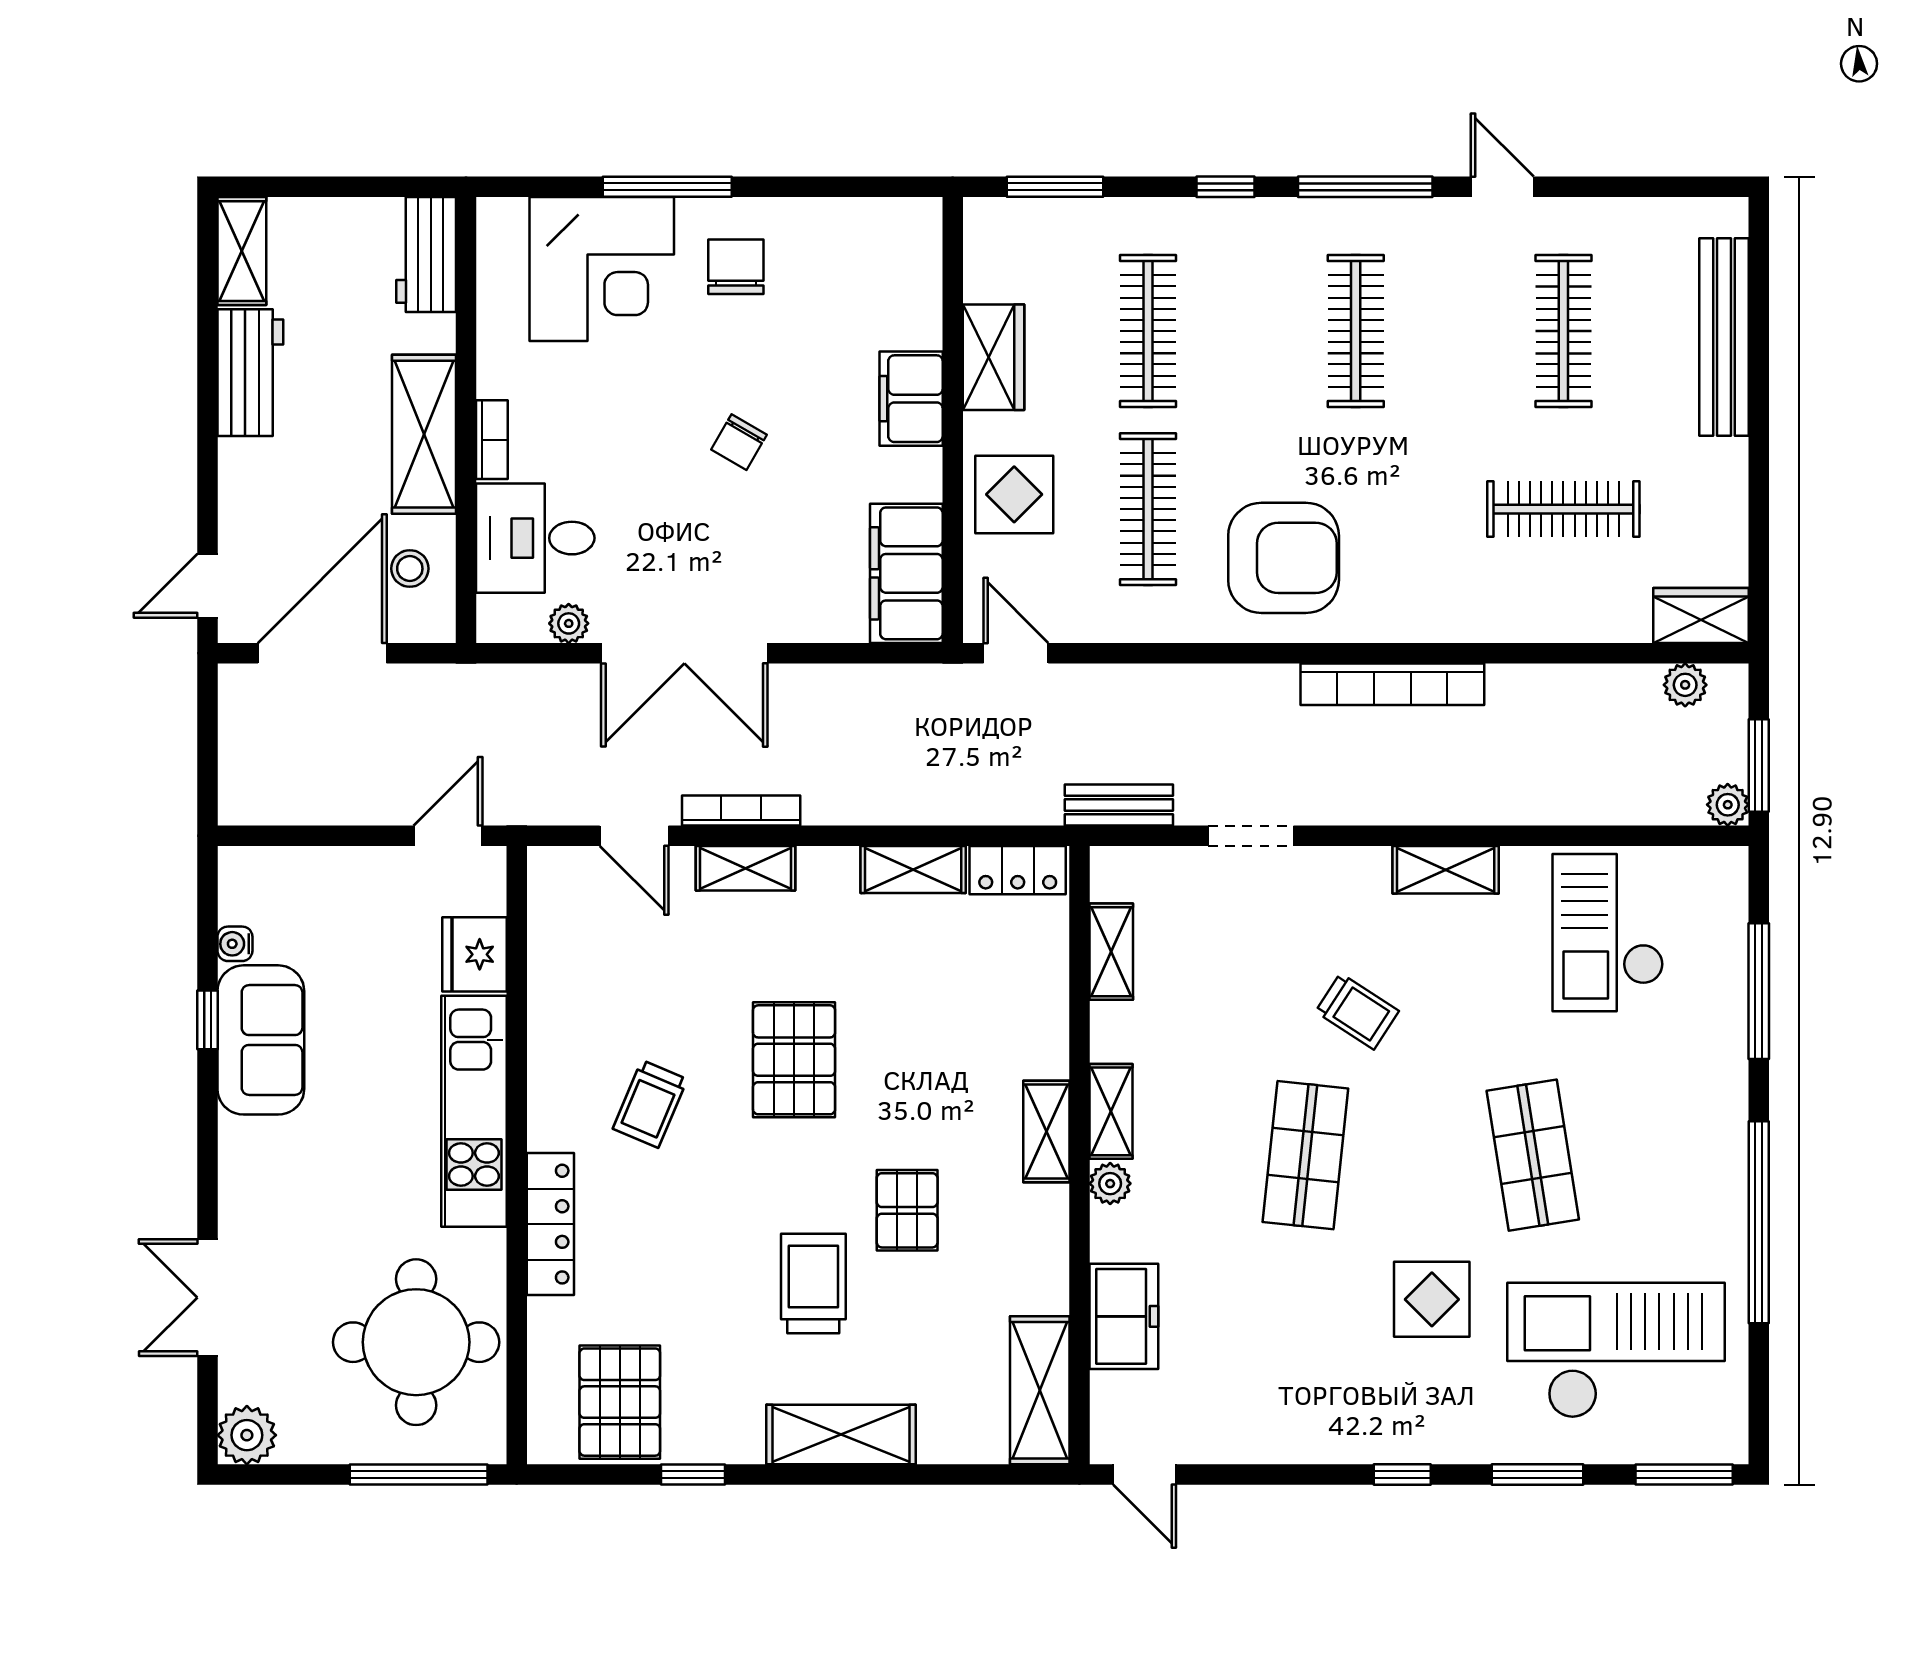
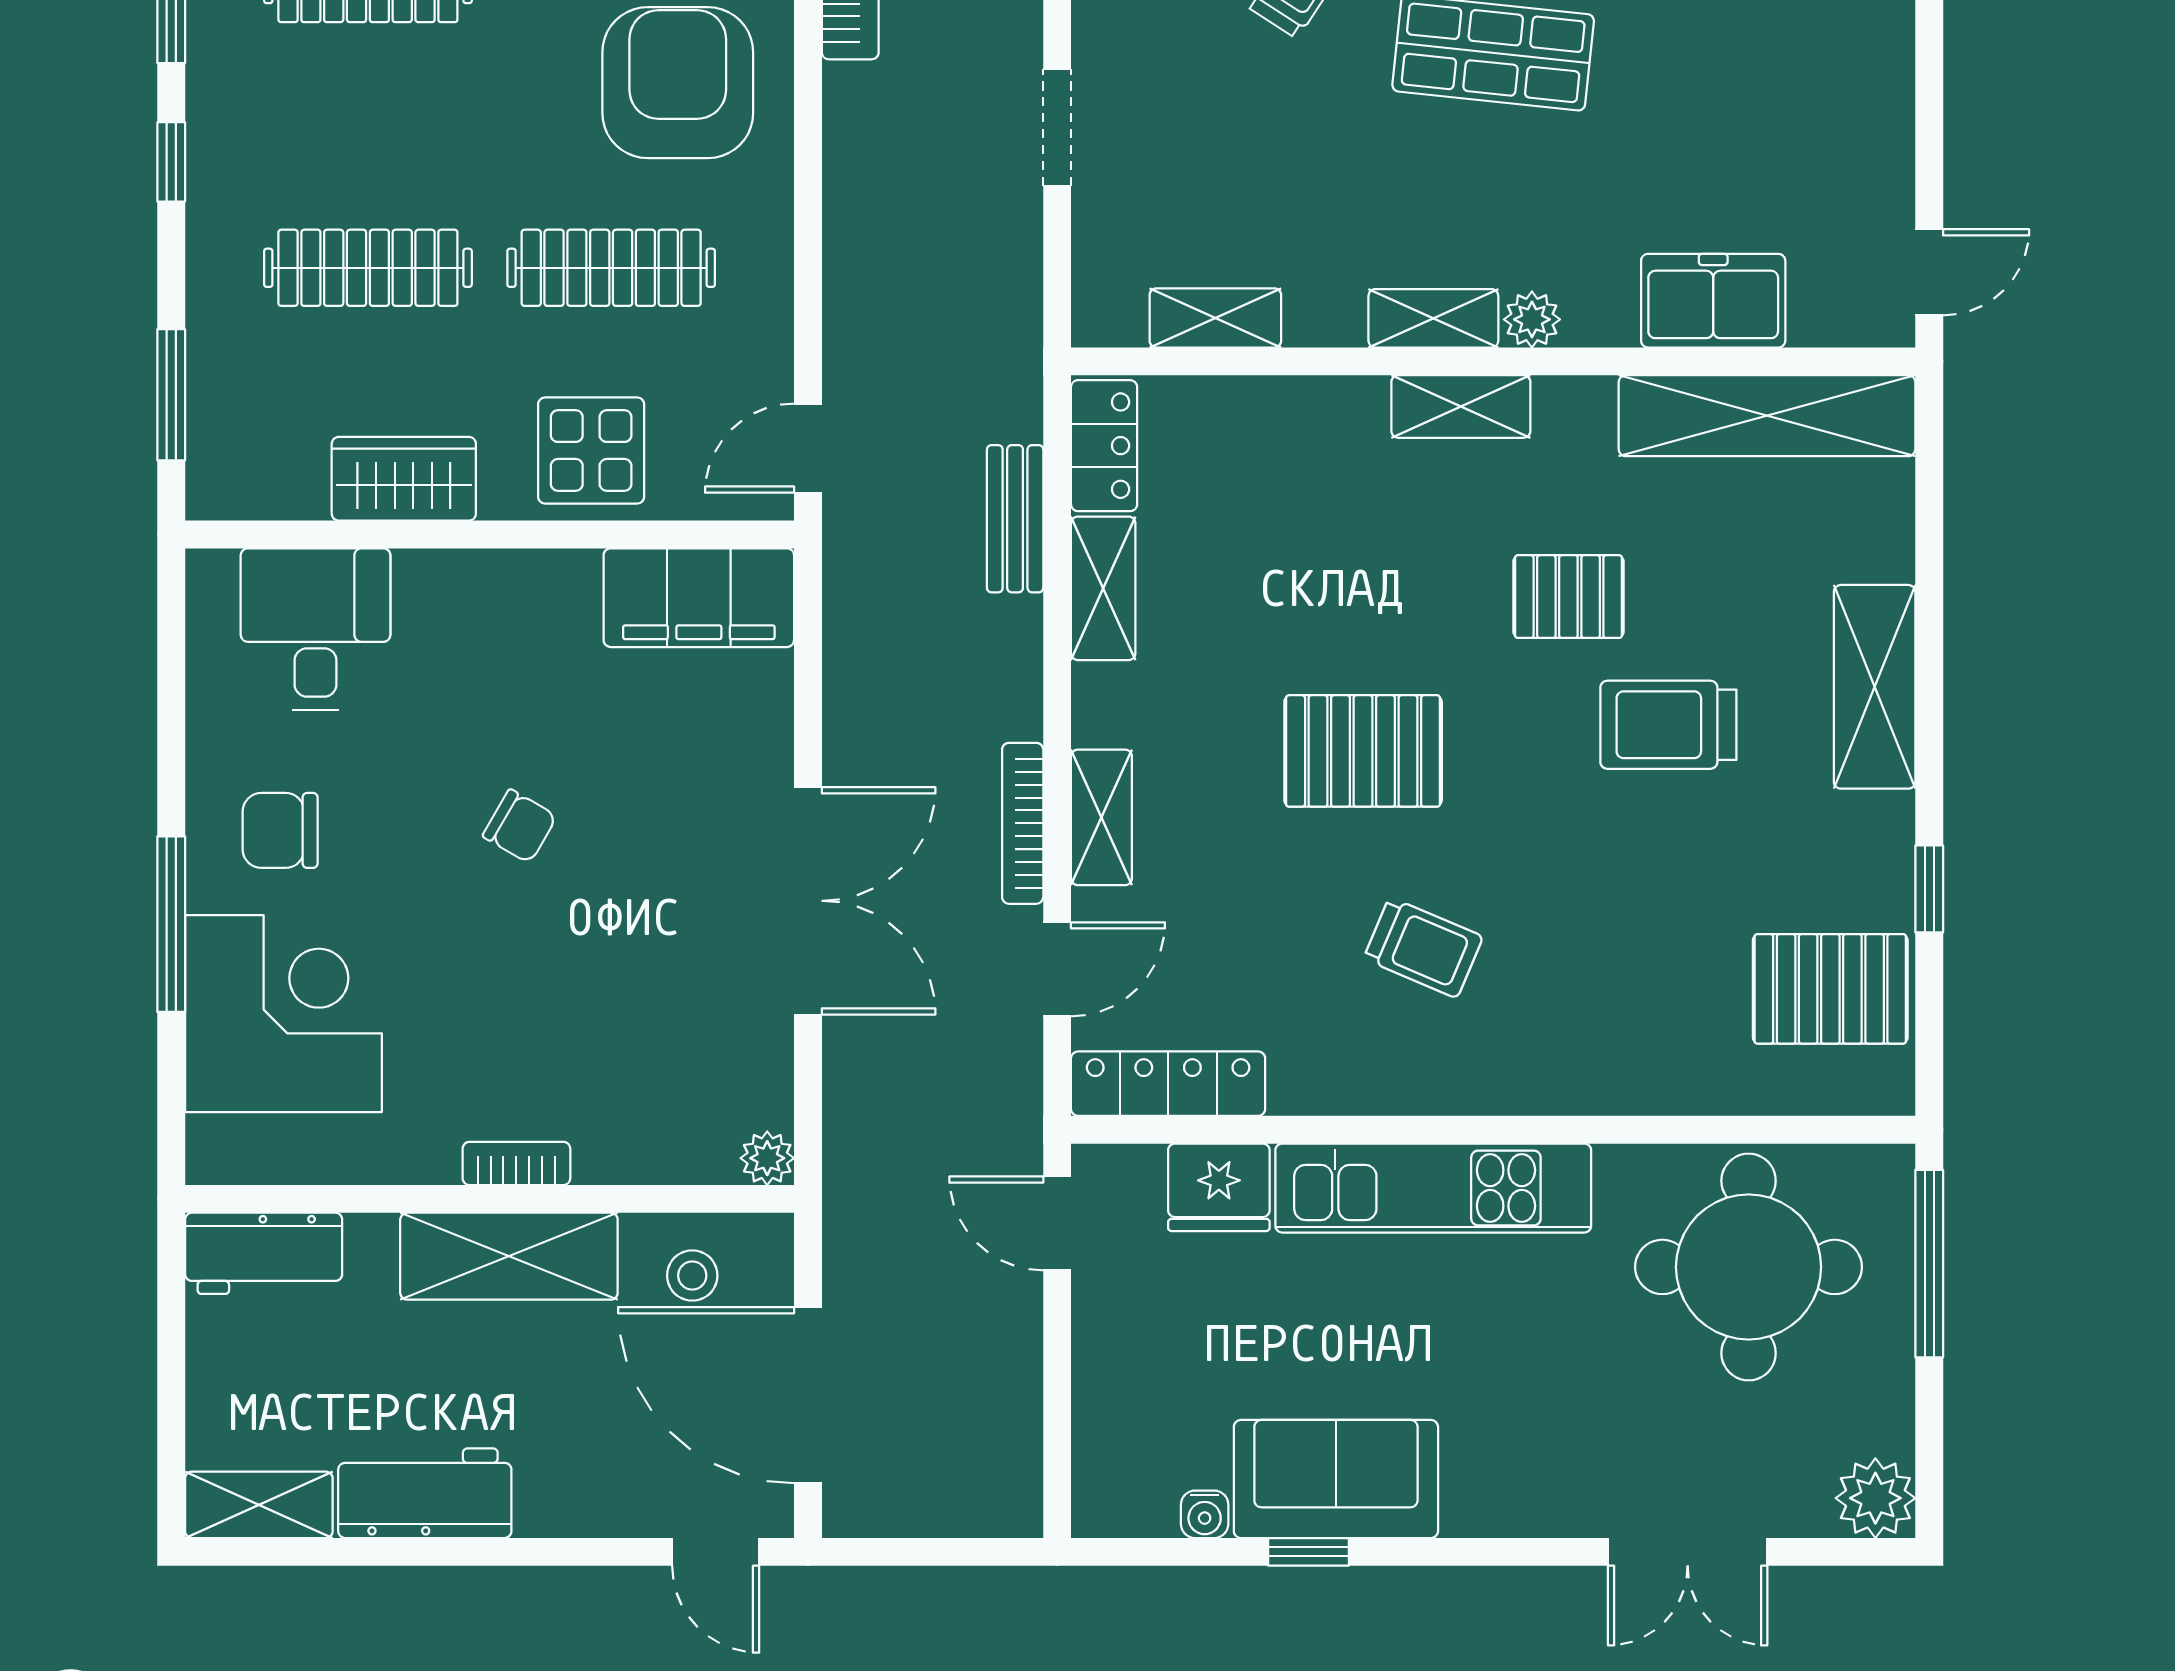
filing cabinet: (911, 399) -> (460, 591), removed
desk: (535, 538) -> (316, 629), moved, turned 180
plant: (569, 623) -> (767, 1158), moved
bench: (1119, 805) -> (1015, 519), moved
locker: (550, 1224) -> (1168, 1084), moved
shelving: (1040, 1390) -> (1767, 416), width x1.47

